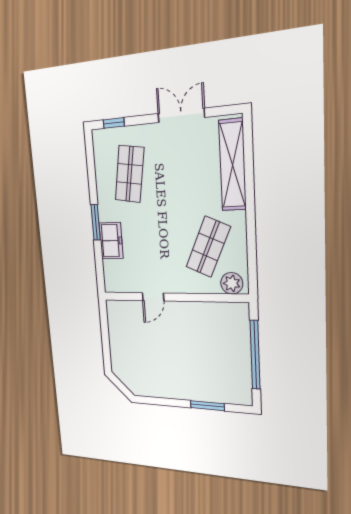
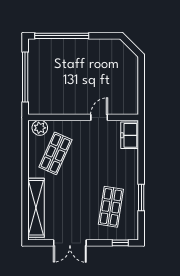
window: (96, 222) -> (141, 197), moved
freezer: (111, 241) -> (130, 135), moved
window: (207, 406) -> (62, 36), width x2.11

